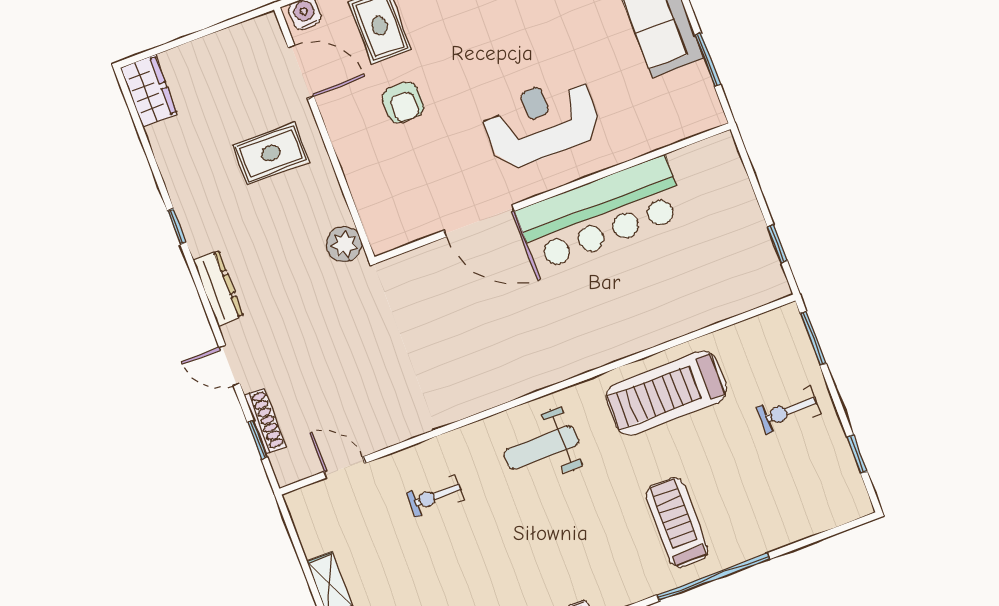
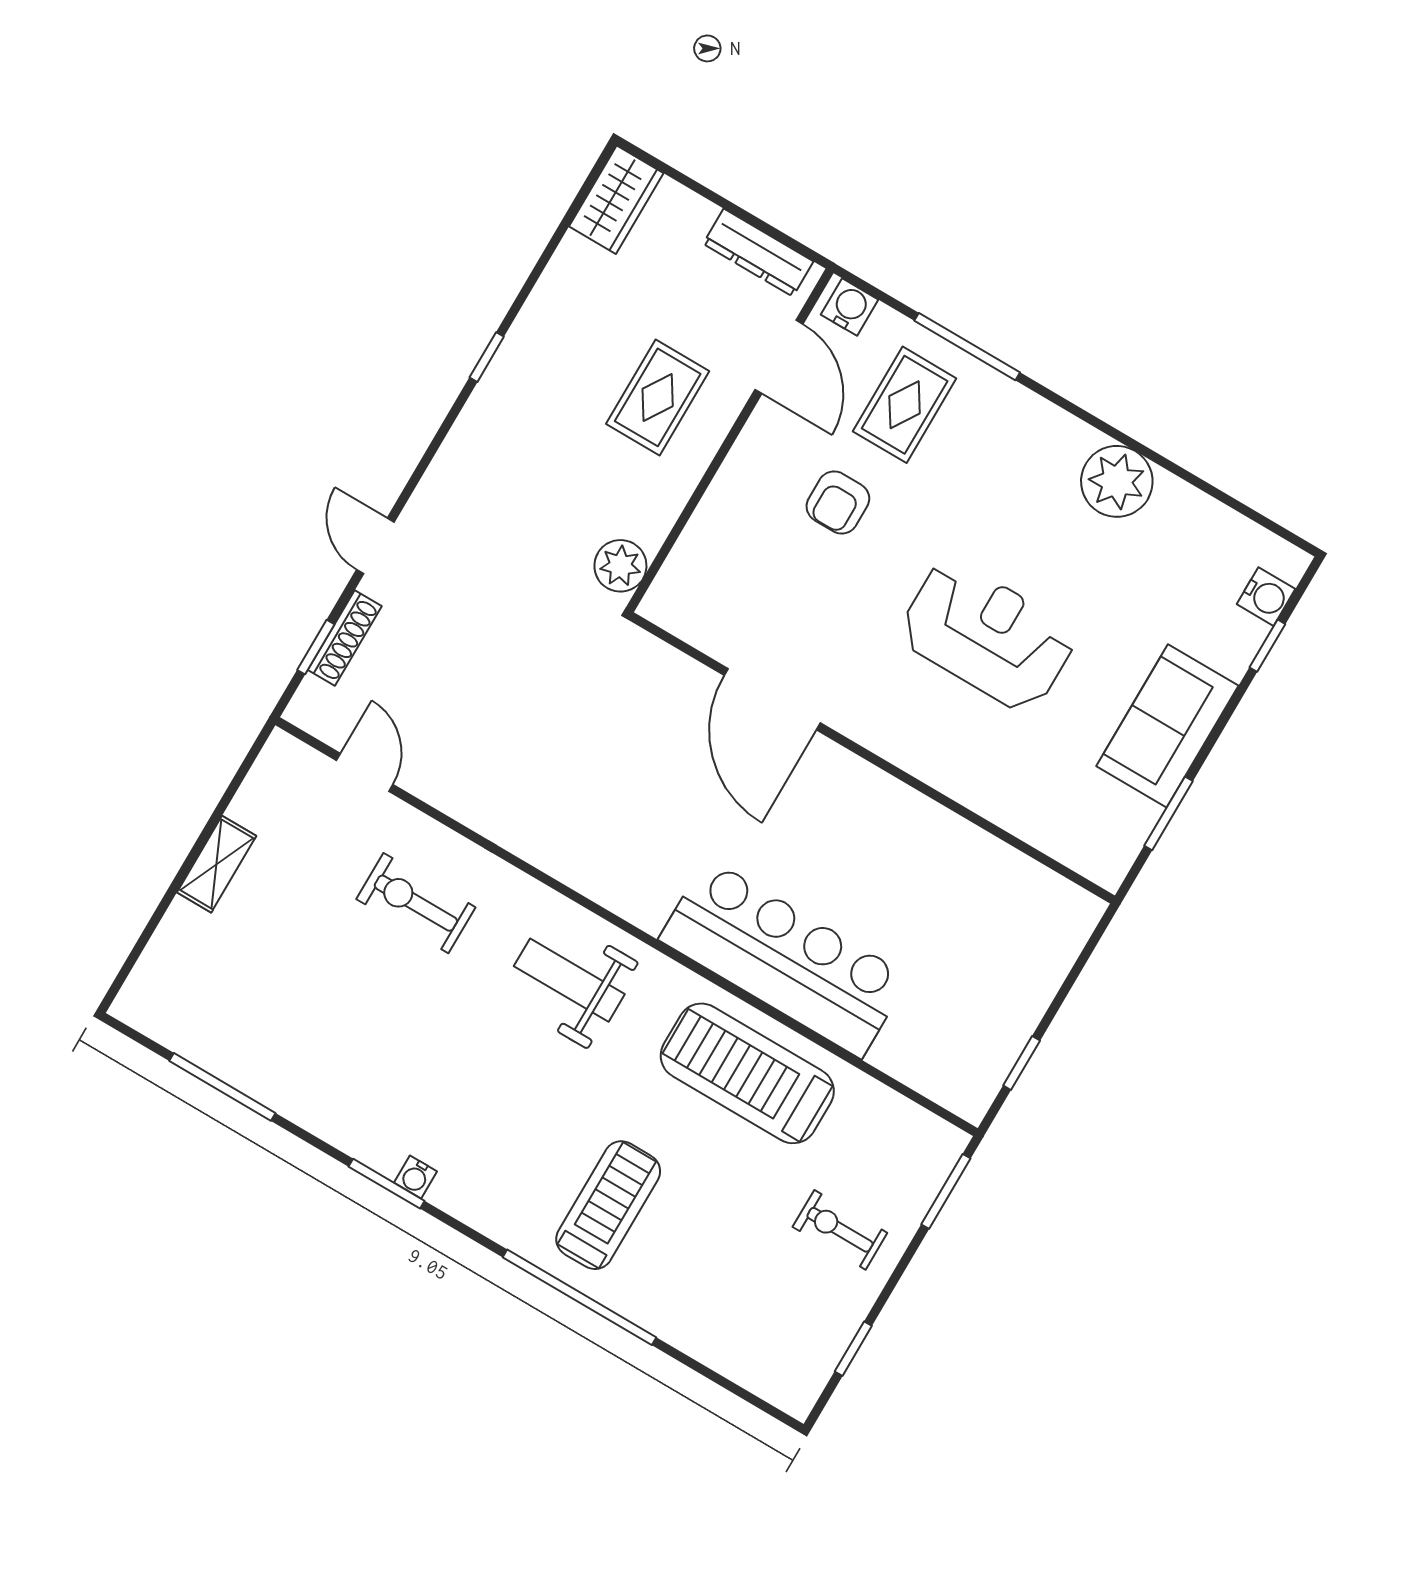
reception desk: (542, 122) -> (987, 635), moved
rug: (271, 153) -> (658, 397), turned 90
bar counter: (601, 213) -> (784, 958), moved, turned 180
dresser: (218, 288) -> (758, 253), moved, turned 90
exercise bike: (435, 496) -> (416, 903), width x1.38, depth x1.39

